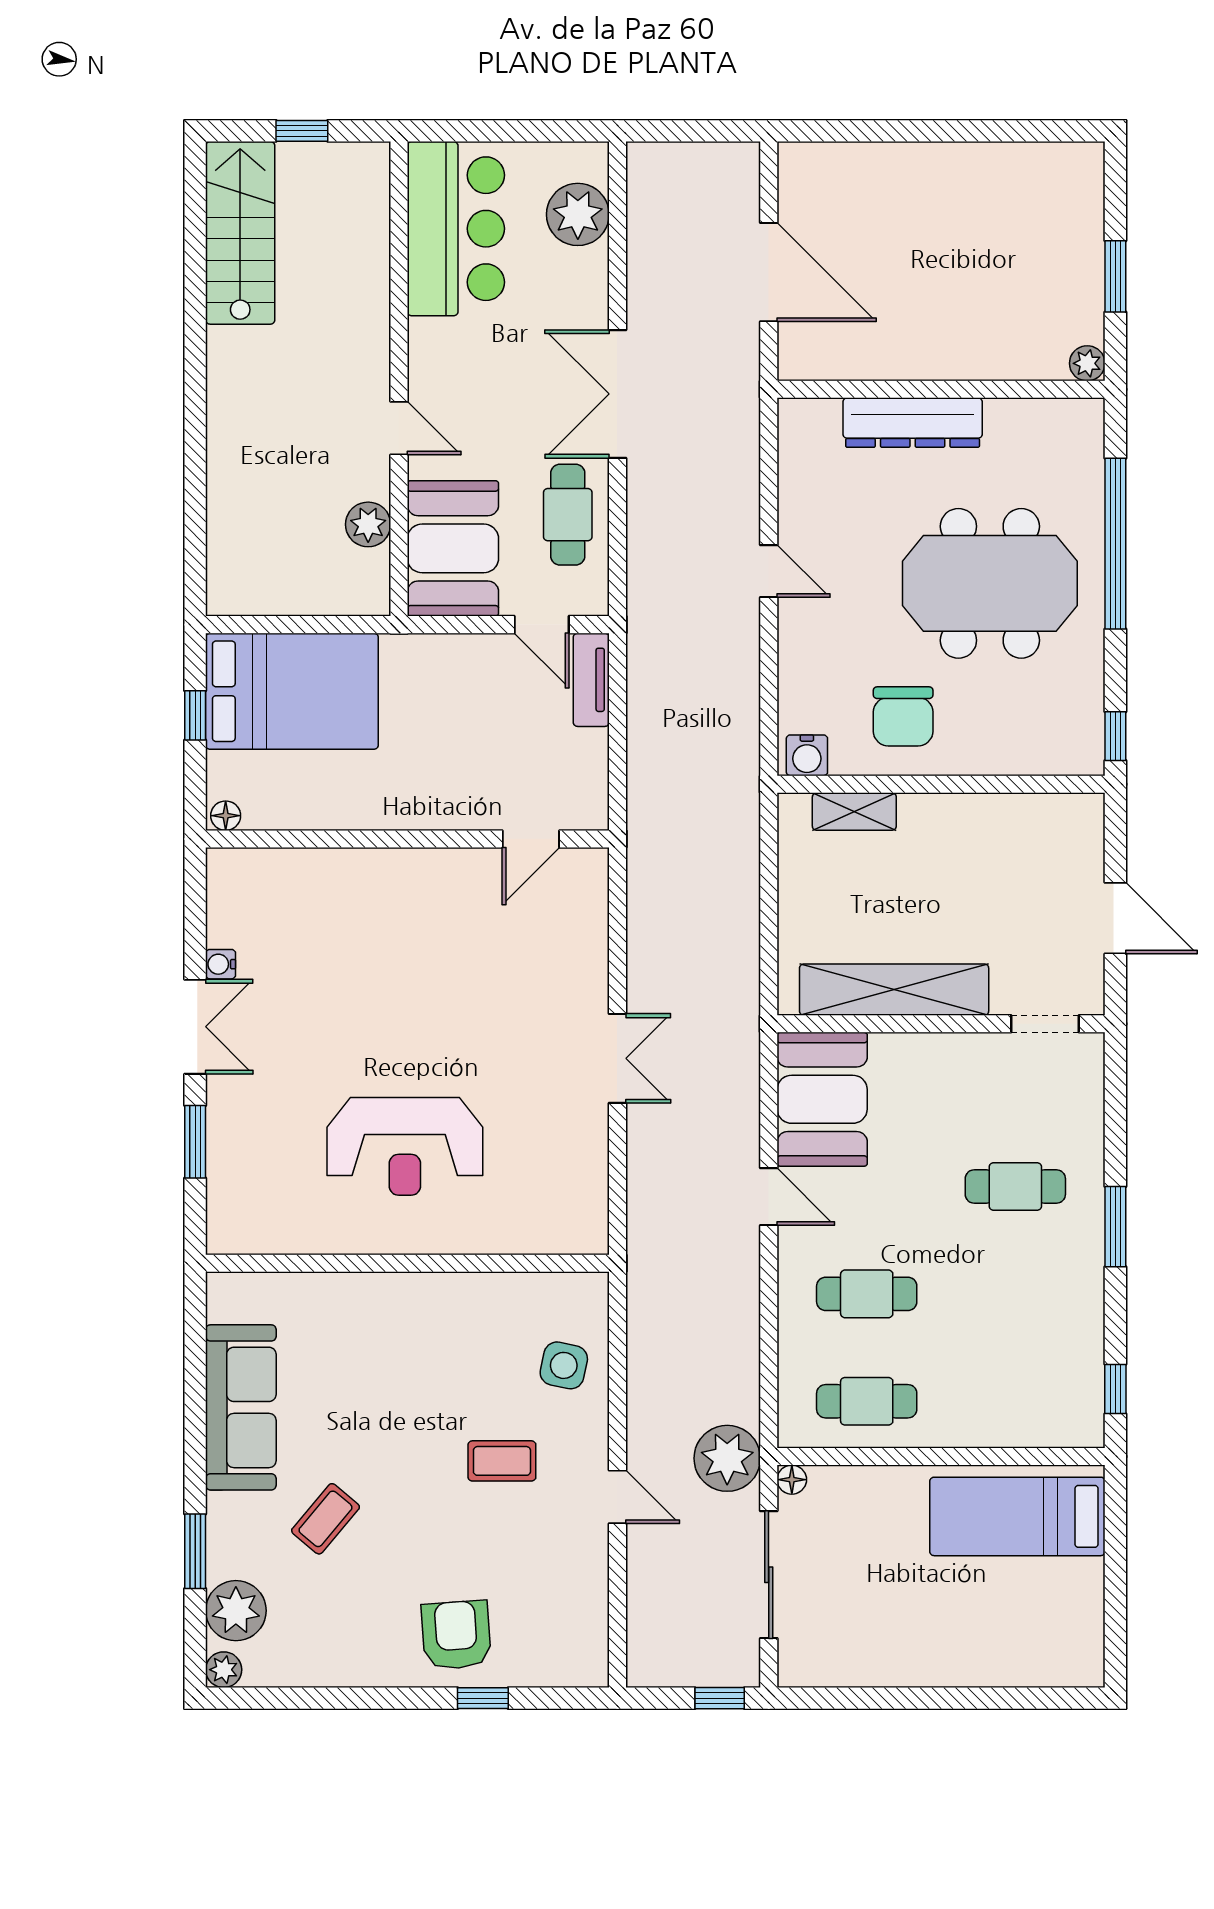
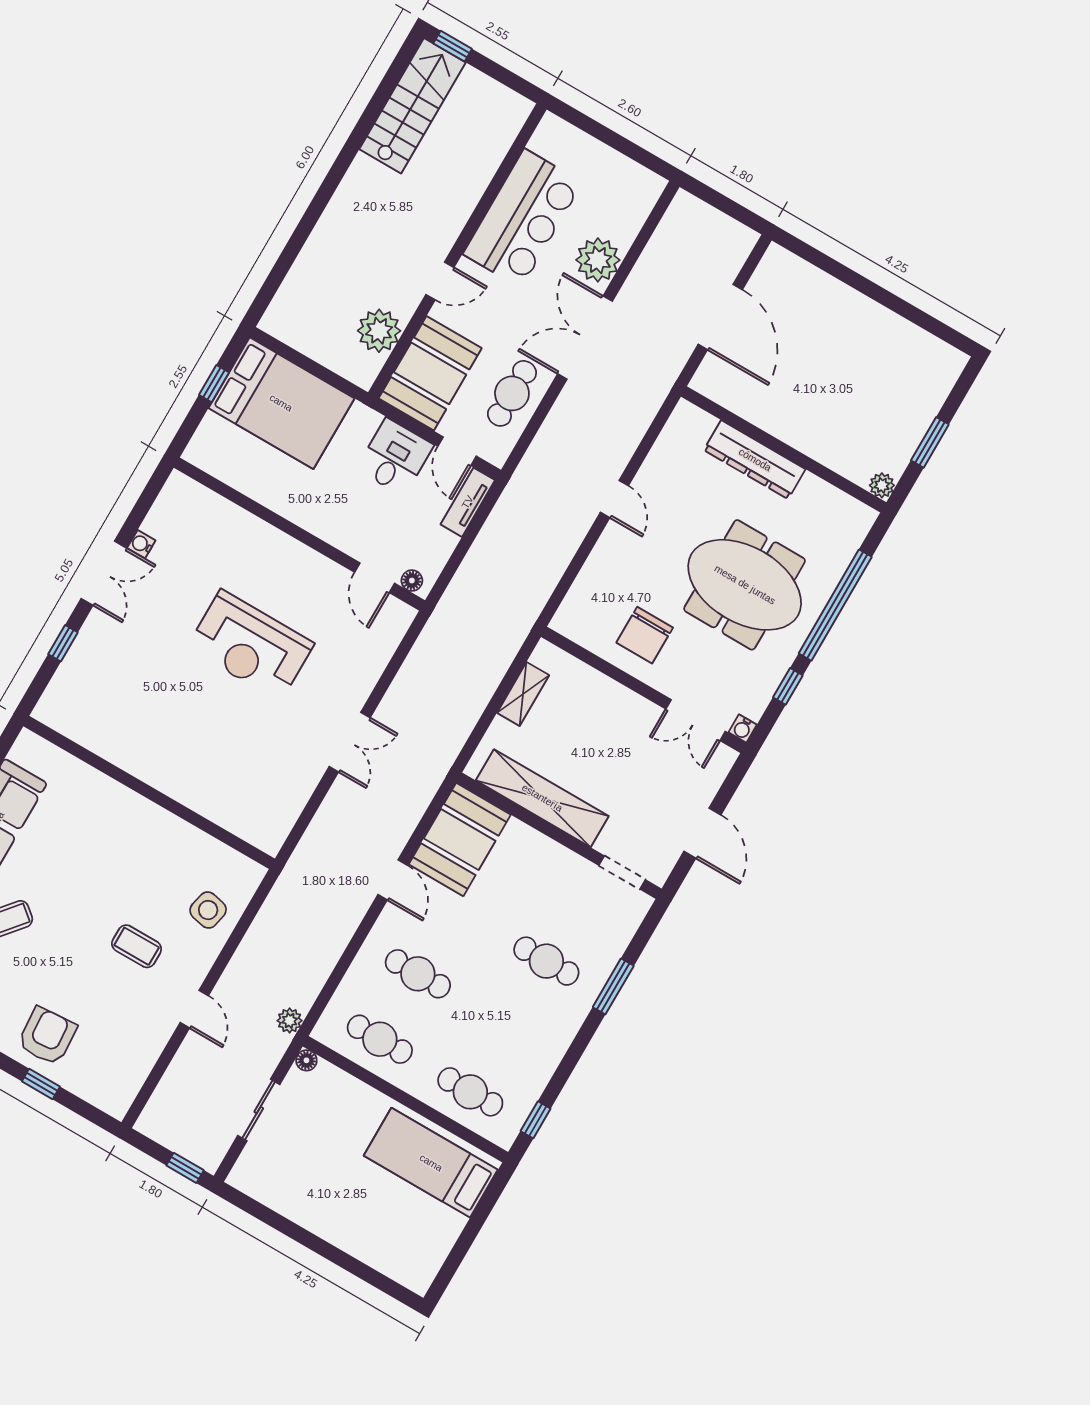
window: (302, 131) -> (453, 46), moved
plant: (578, 214) -> (598, 260), moved
bar counter: (456, 229) -> (523, 218), moved
door: (399, 428) -> (440, 281), hinge flipped
plant: (368, 524) -> (379, 331), width x1.36, depth x1.36
desk: (470, 676) -> (395, 457), added
window: (1115, 736) -> (788, 686), moved
water cooler: (807, 755) -> (743, 729), moved, width x0.72, depth x0.72
double door: (1026, 784) -> (696, 720), added
shelving: (854, 812) -> (523, 694), moved, turned 90
floor lamp: (226, 816) -> (412, 581), moved
door: (531, 839) -> (375, 578), hinge flipped
window: (195, 1142) -> (63, 643), width x0.67
reception desk: (405, 1146) -> (251, 646), moved
window: (1115, 1227) -> (613, 986), moved
cafe table: (1015, 1401) -> (470, 1092), added
plant: (727, 1458) -> (290, 1021), width x0.53, depth x0.53
sliding door: (769, 1575) -> (259, 1110), width x0.73

